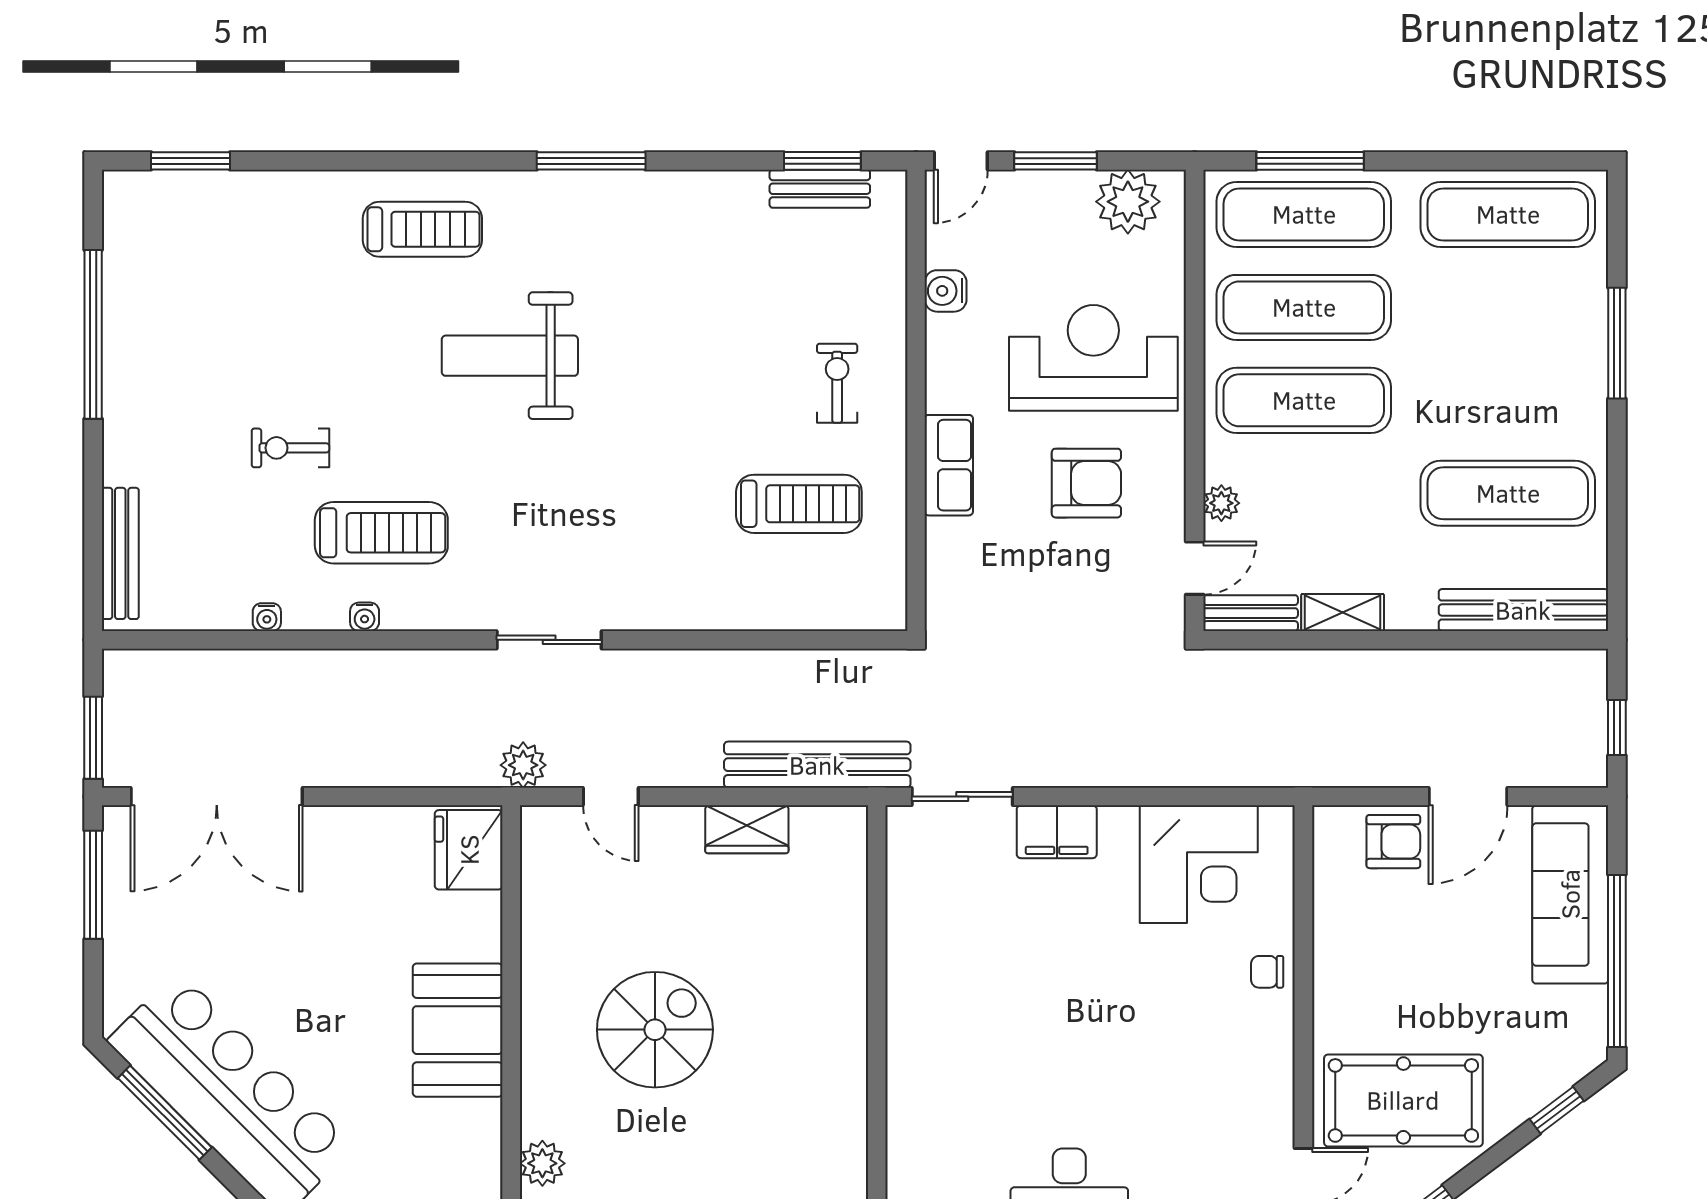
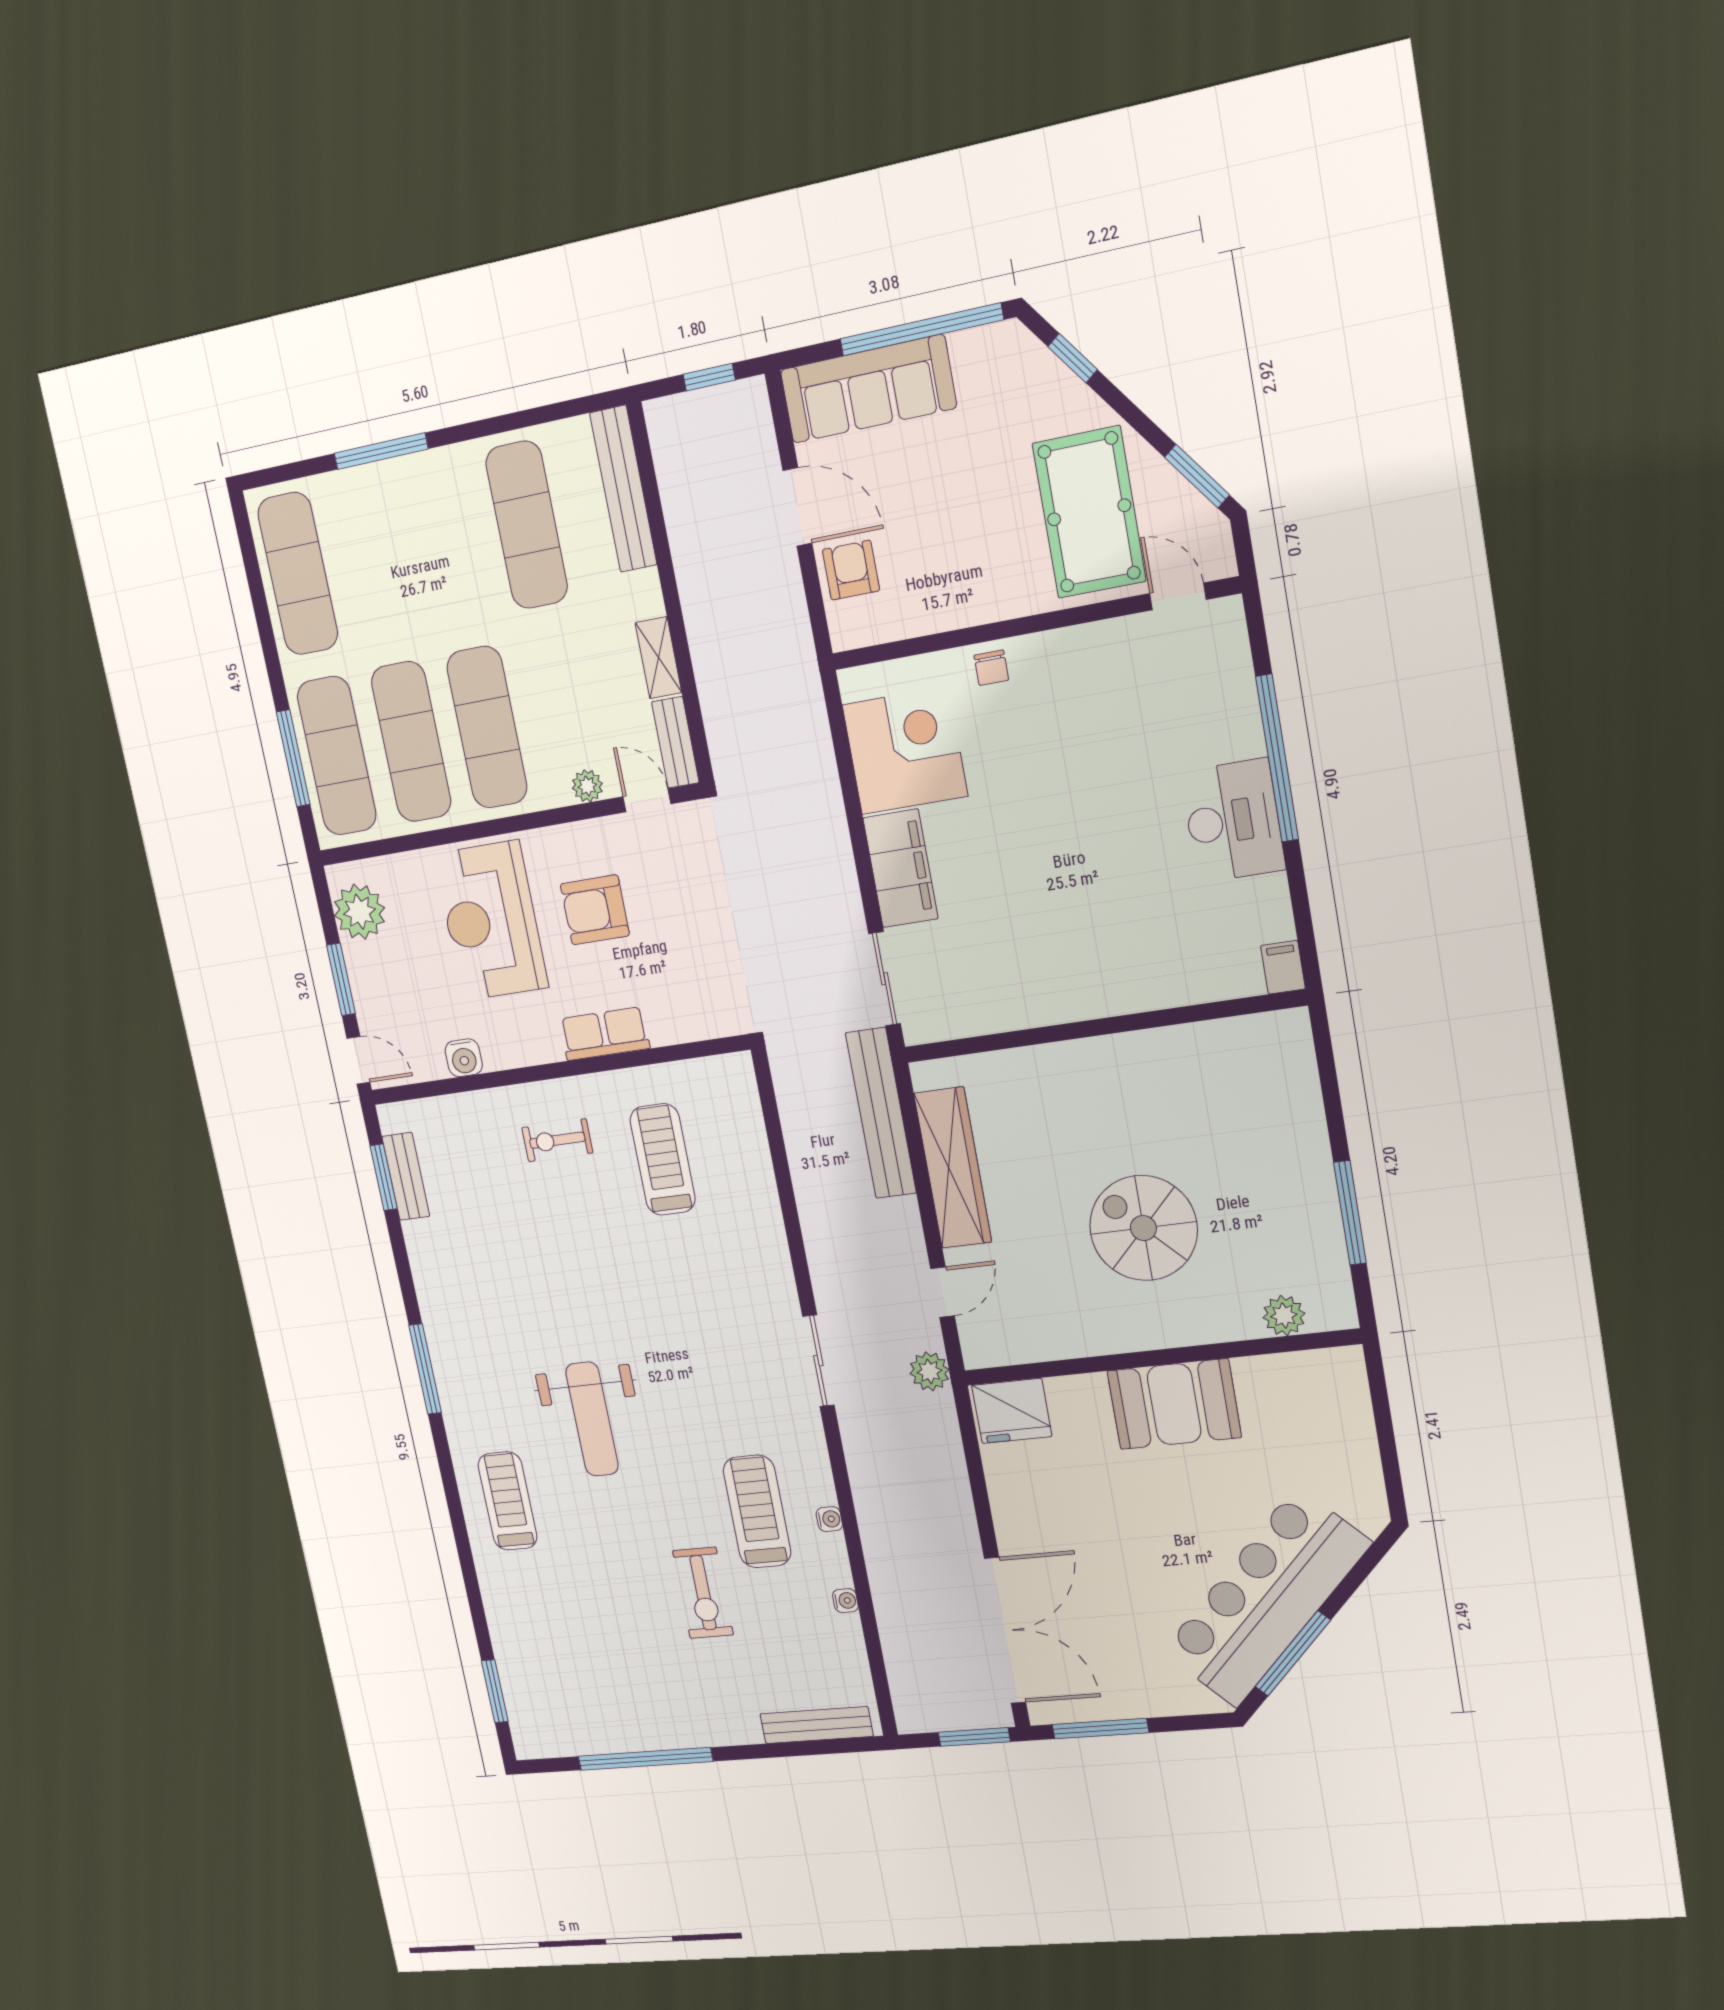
exercise bike: (290, 448) -> (703, 1593), width x1.38, depth x1.39
armchair: (1086, 483) -> (595, 910), turned -90
wardrobe: (747, 829) -> (953, 1168), width x2.10, depth x1.17
filing cabinet: (1057, 832) -> (900, 868), width x1.50, depth x1.17

